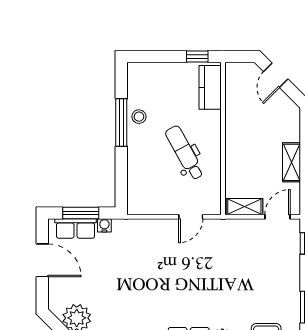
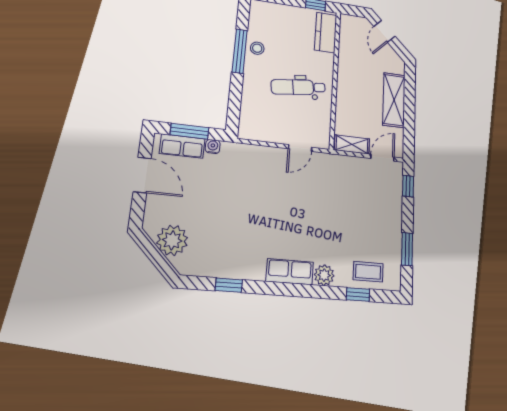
dental chair: (185, 153) -> (298, 87), turned -68
shelving: (291, 162) -> (394, 100), width x1.50, depth x1.33

